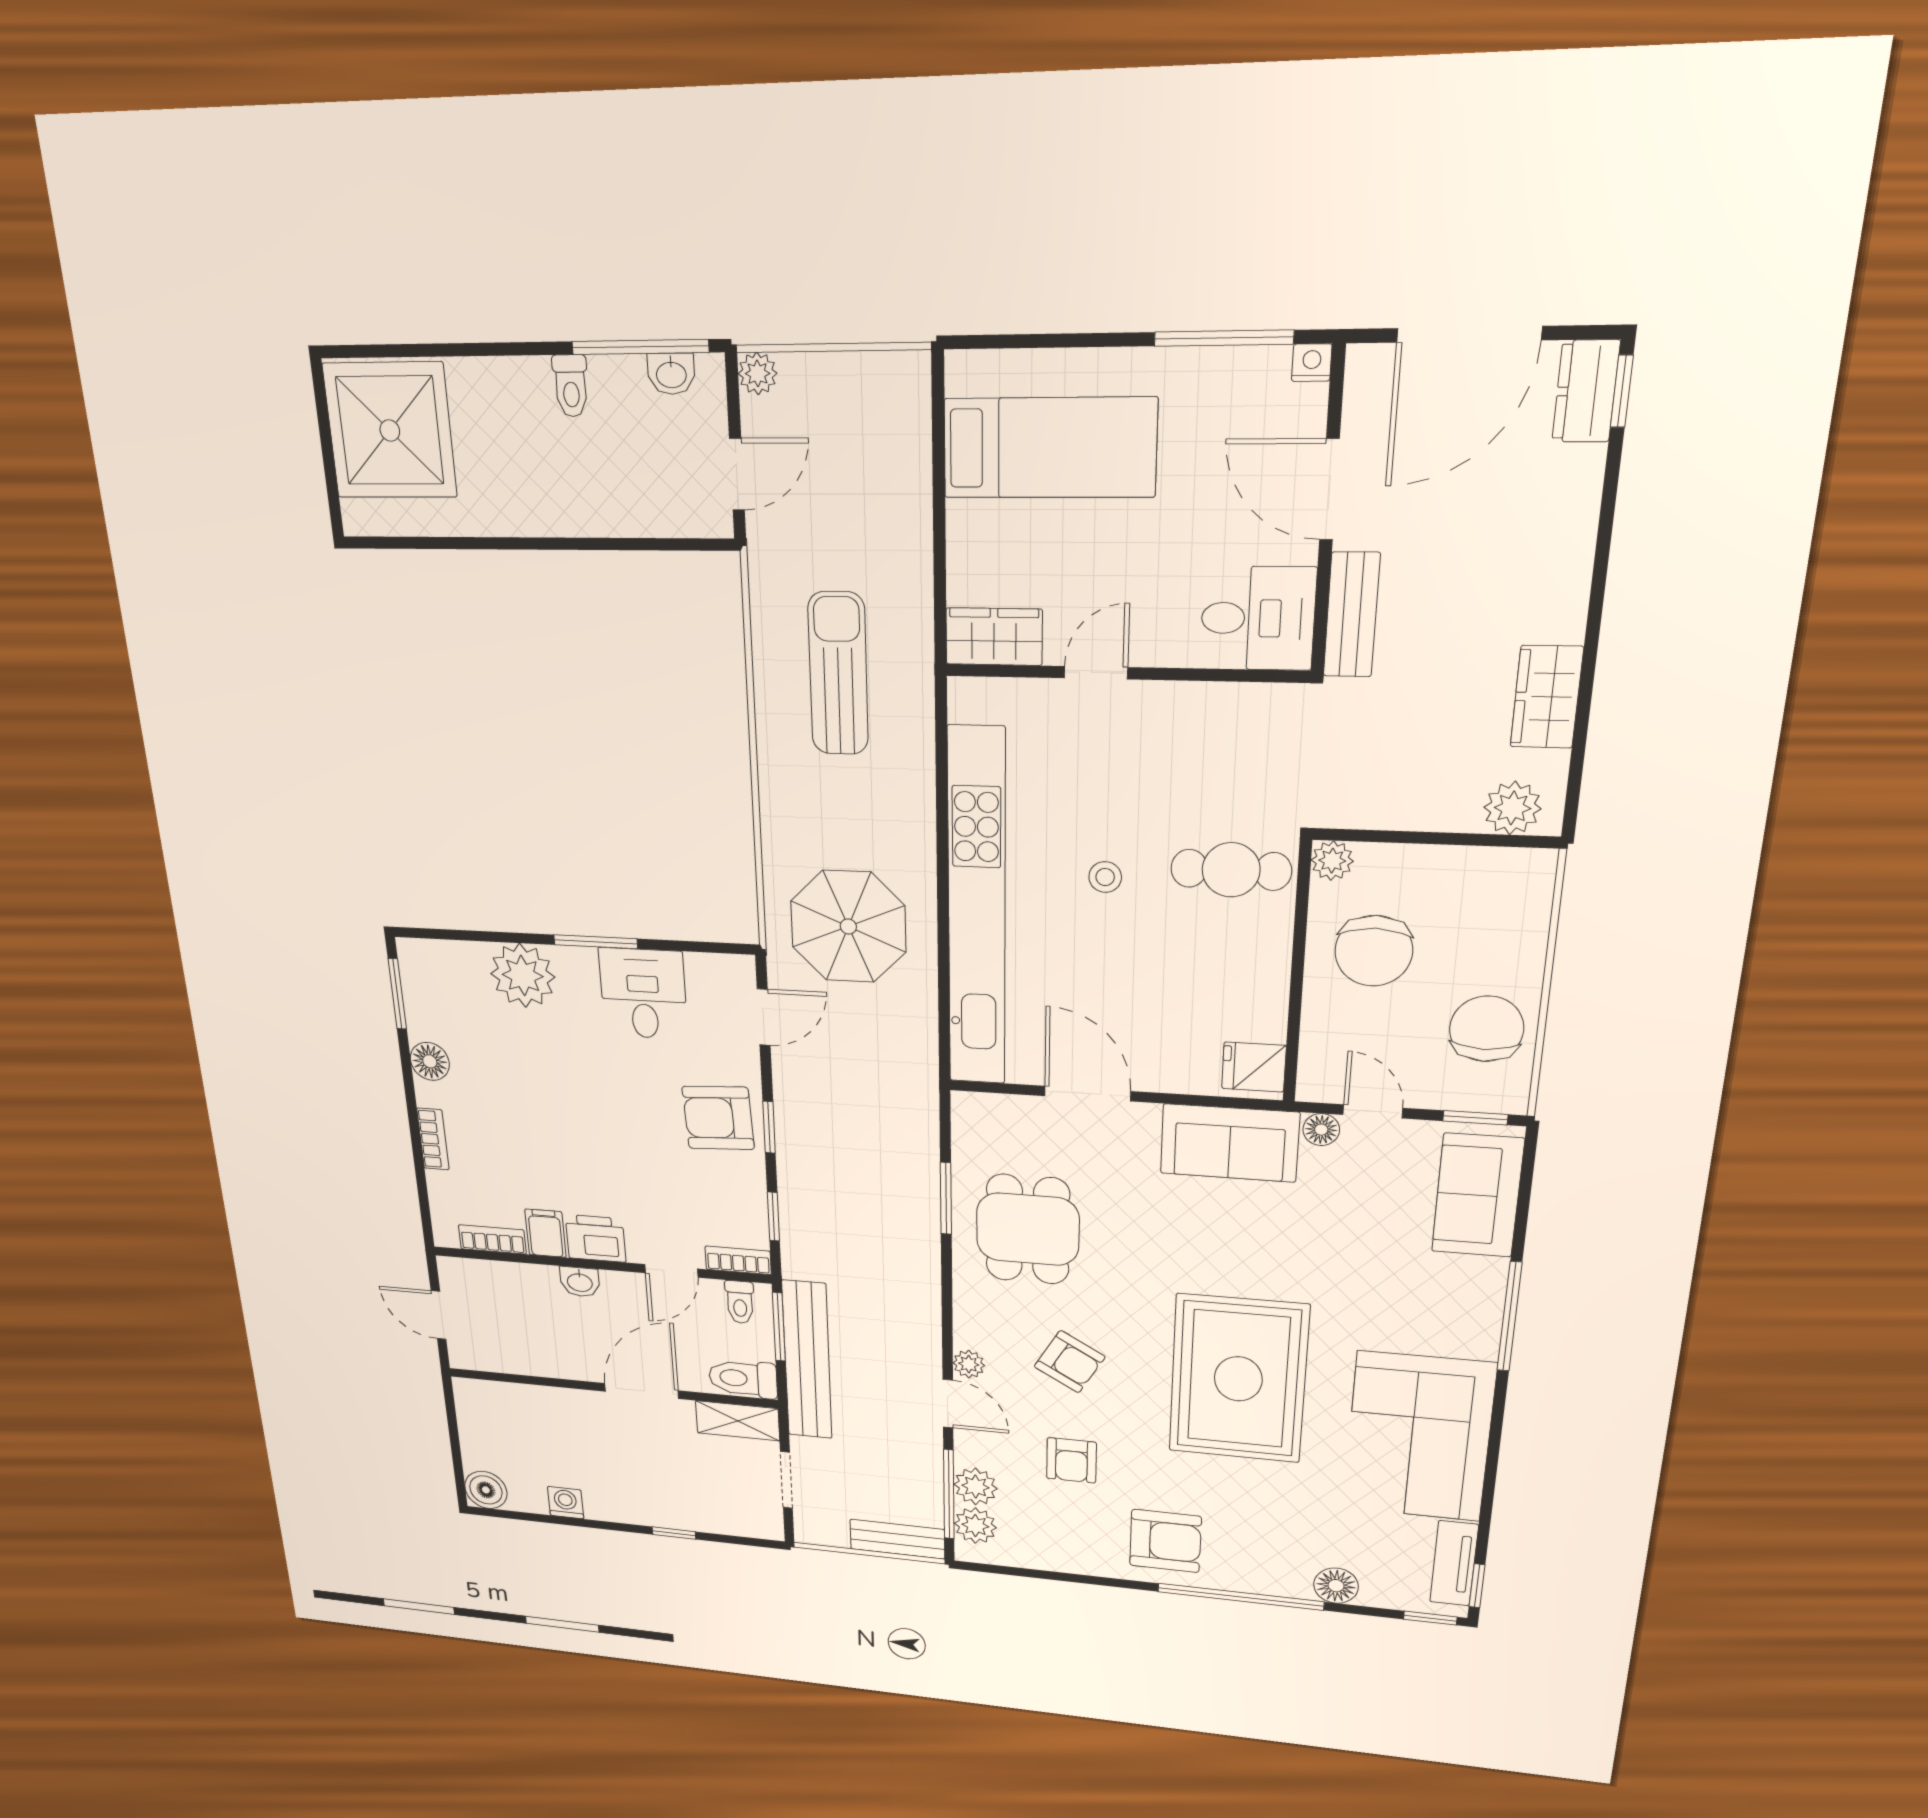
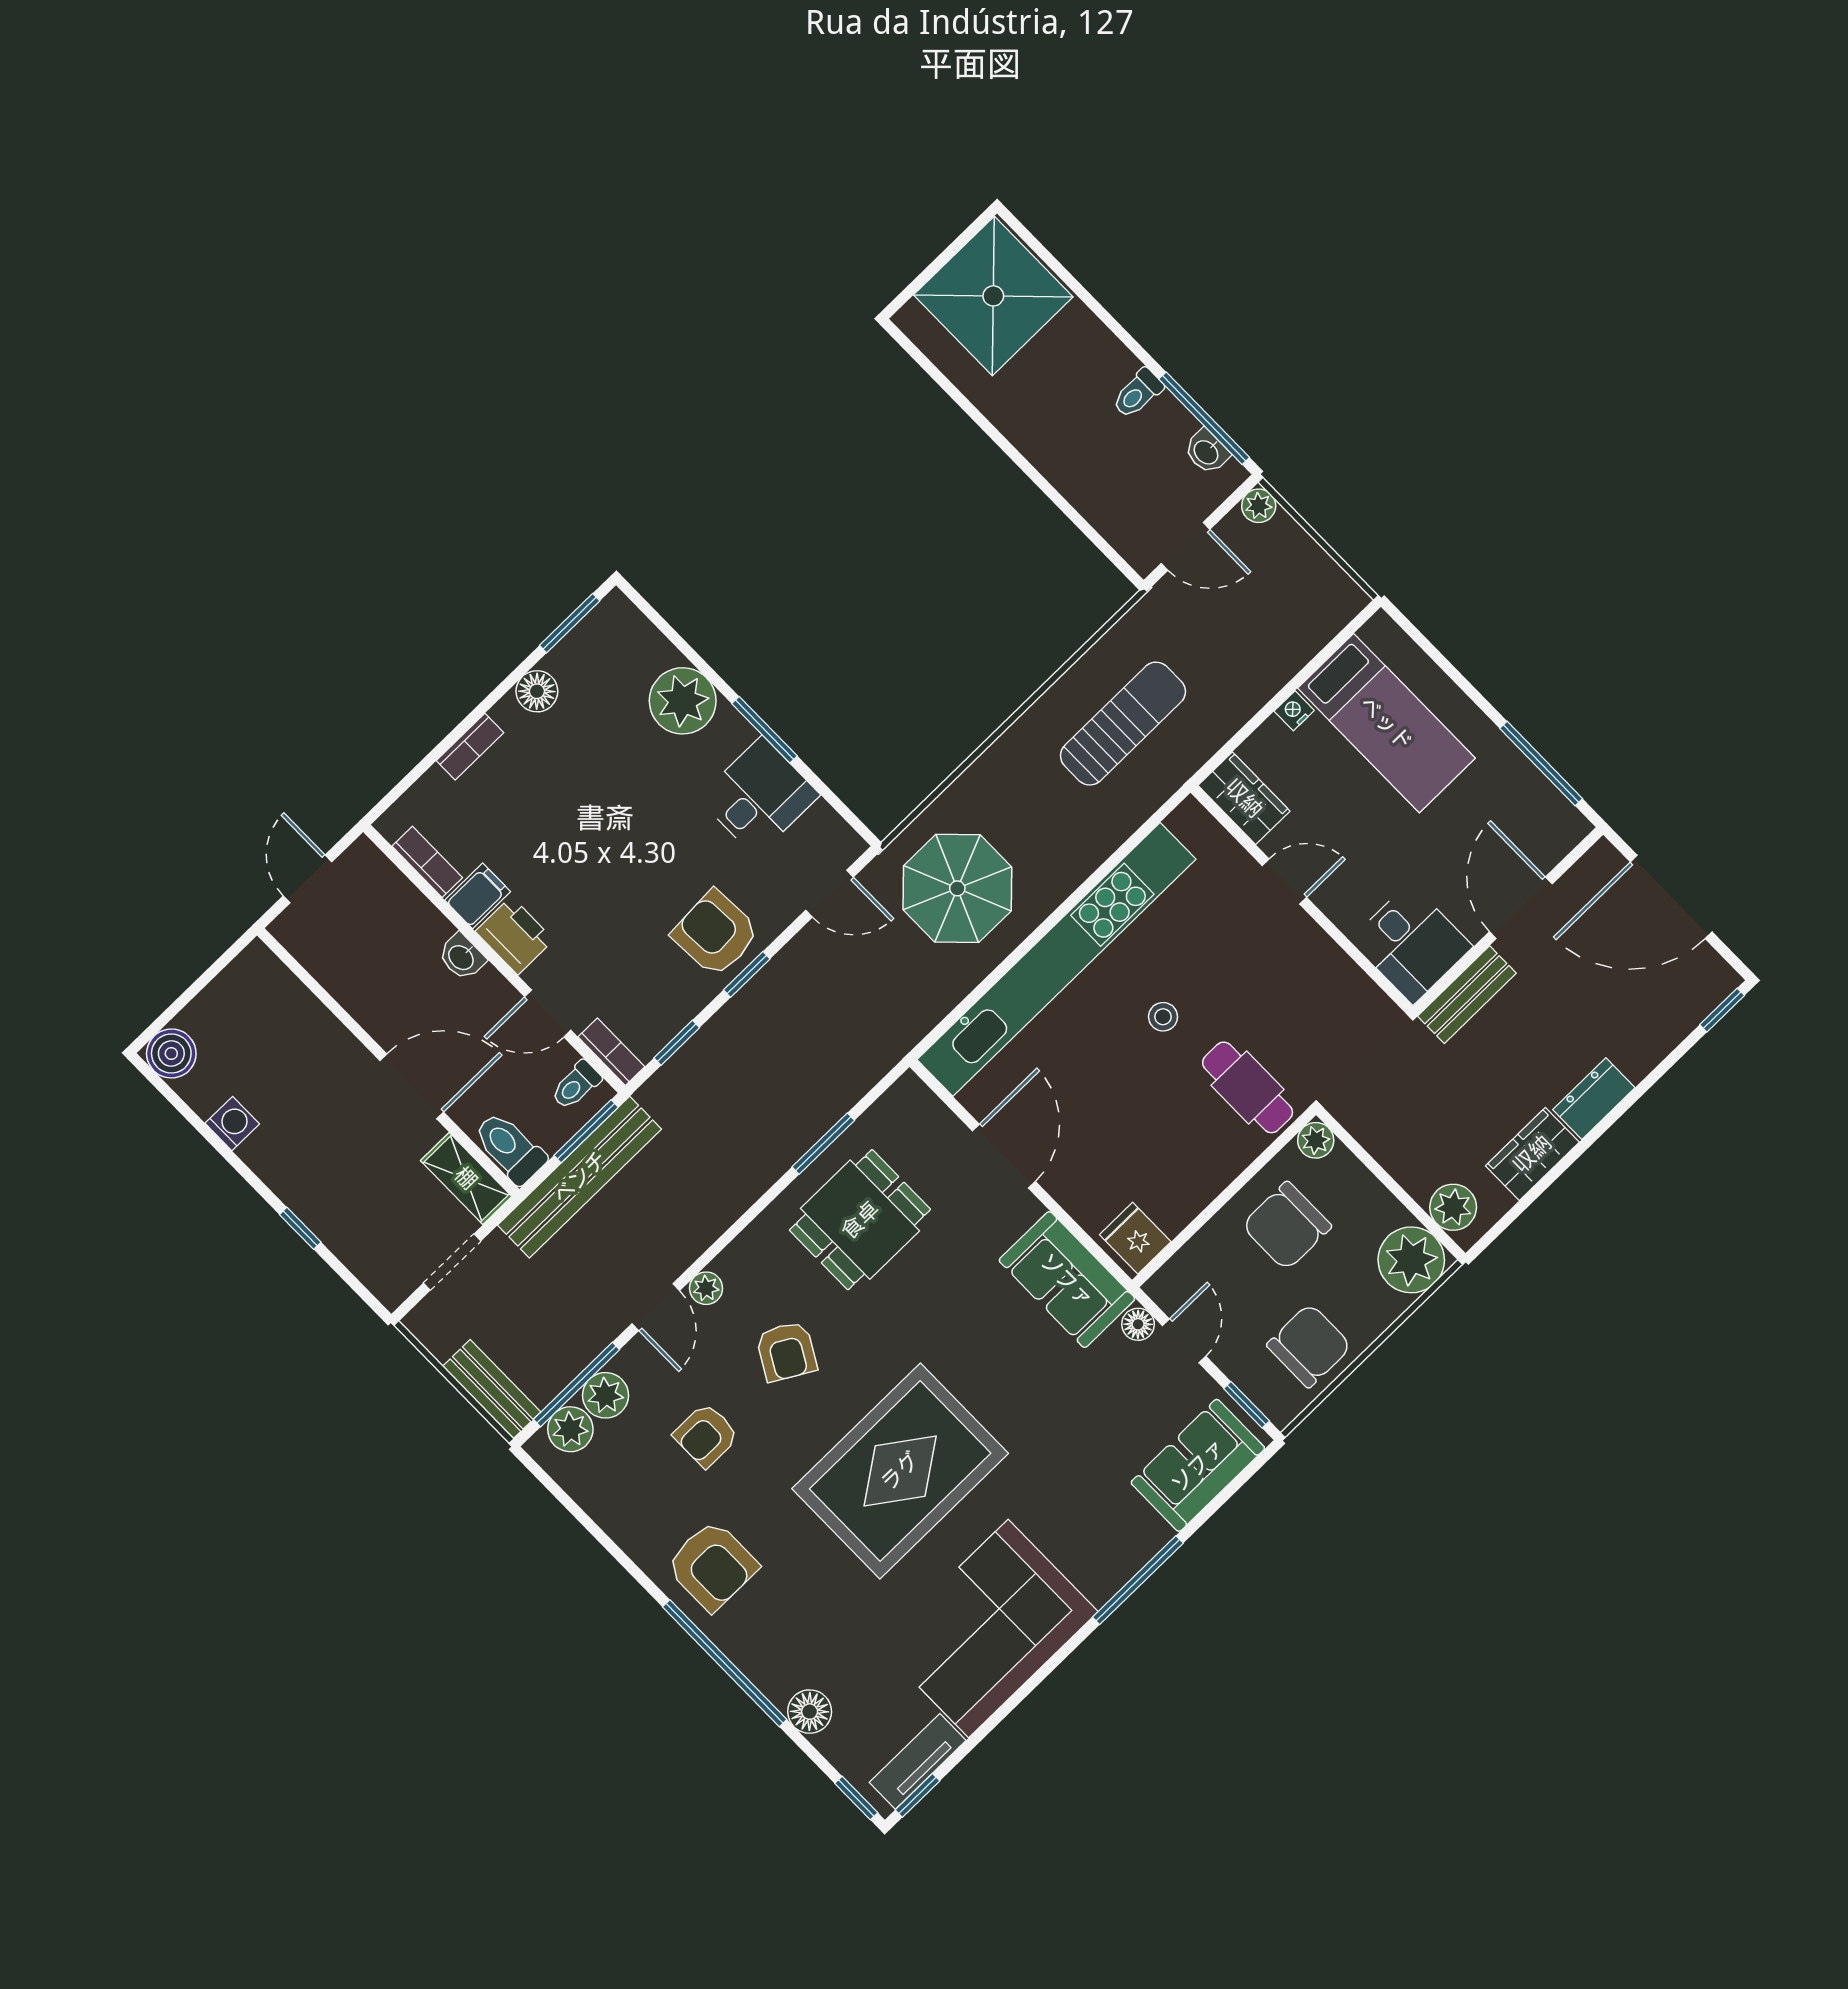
nightstand: (1312, 363) -> (1294, 711), moved, turned -90
dresser: (1586, 391) -> (1594, 1099), moved
plant: (1515, 885) -> (1411, 1260), added

